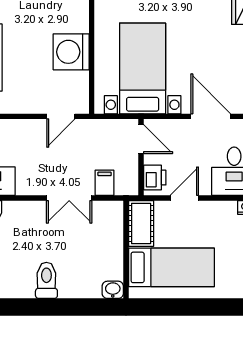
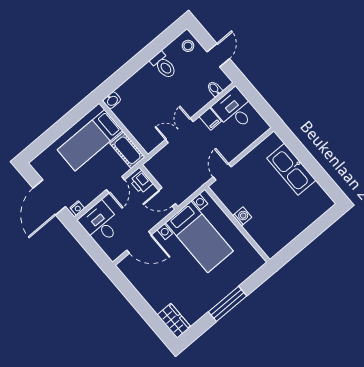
washing machine: (71, 52) -> (242, 216), width x0.53, depth x0.53
filing cabinet: (105, 183) -> (210, 119), moved
toilet: (46, 280) -> (164, 65), moved

